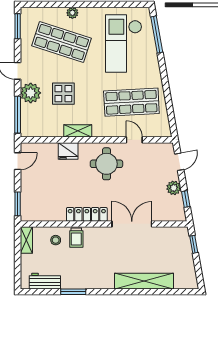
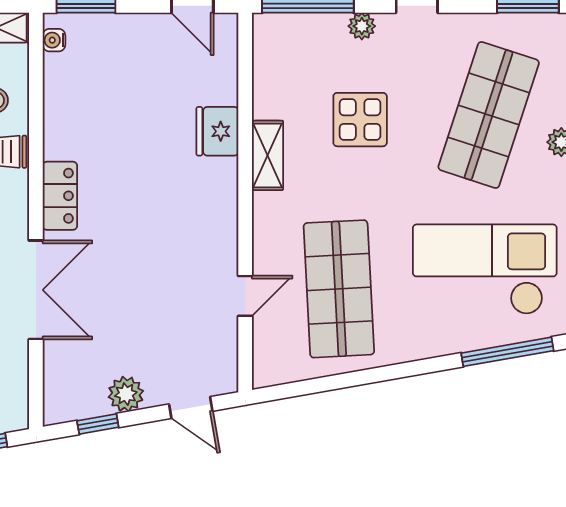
plant: (31, 93) -> (362, 26), width x0.53, depth x0.53
round table: (106, 164) -> (186, 227), removed
locker: (87, 214) -> (60, 196), width x0.66
water cooler: (31, 217) -> (54, 40), added

